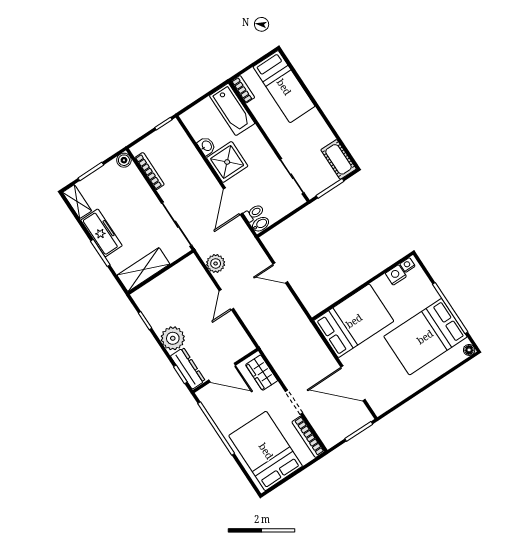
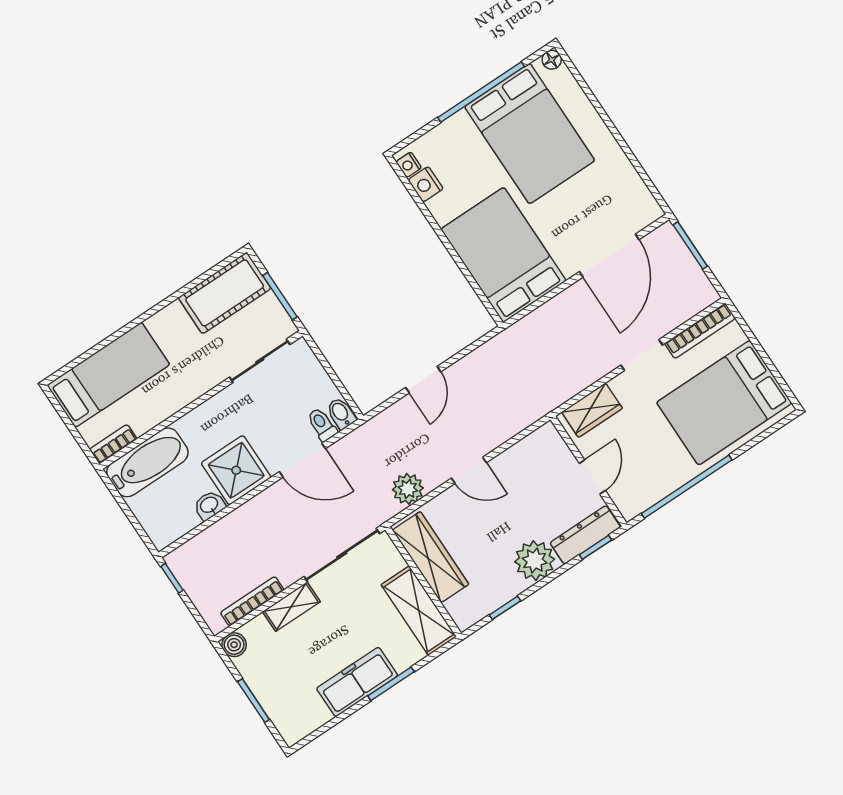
cot: (339, 159) -> (225, 293), width x1.37, depth x1.34
shelving: (77, 202) -> (291, 607), moved
wardrobe: (175, 277) -> (431, 557), added
door: (222, 373) -> (592, 477), width x0.73

